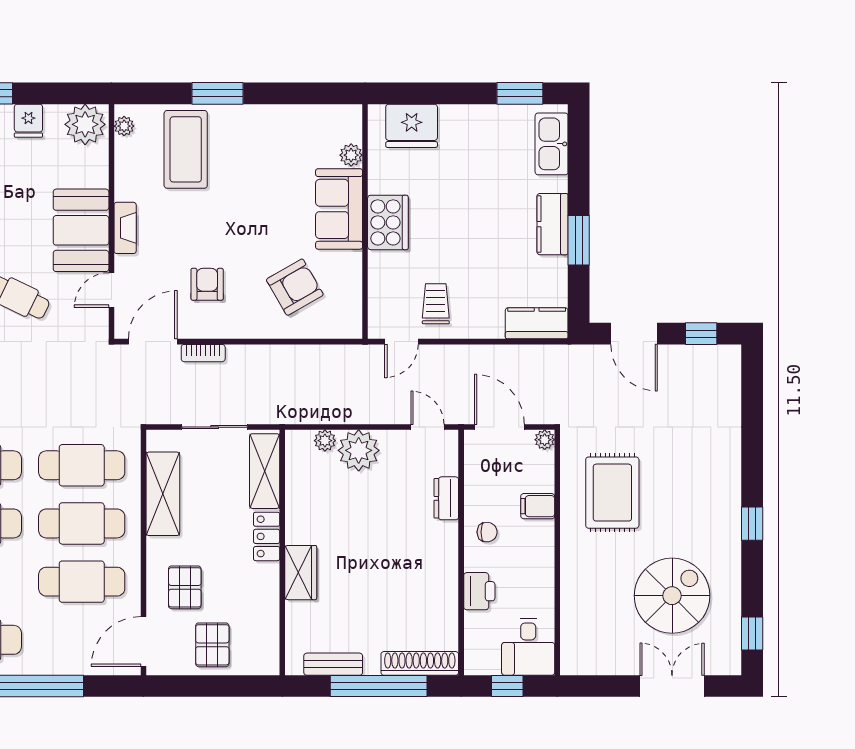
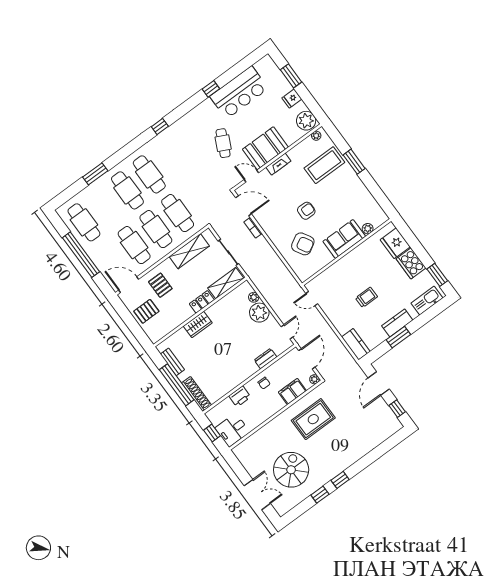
cooker: (388, 222) -> (411, 263), moved, turned 90
armchair: (207, 284) -> (306, 211), moved
trolley: (436, 304) -> (366, 297), moved
filing cabinet: (538, 506) -> (292, 391), width x2.00
pallet: (185, 587) -> (160, 285), turned 90
spiral stairs: (672, 596) -> (291, 470), turned -90
window: (752, 634) -> (320, 495), moved

